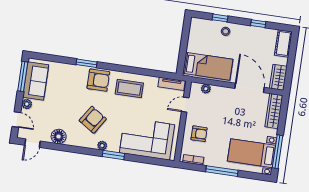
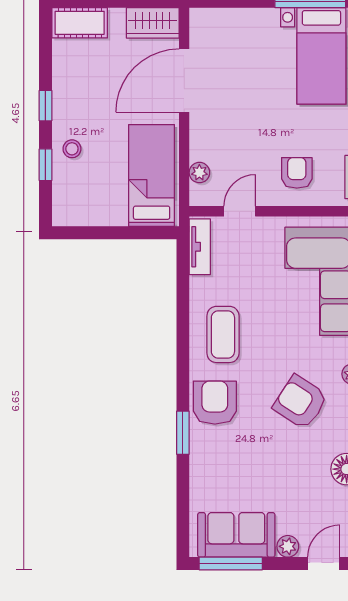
window: (258, 24) -> (45, 106), moved
door: (185, 105) -> (240, 211), swing flipped
wardrobe: (274, 111) -> (225, 22), removed

